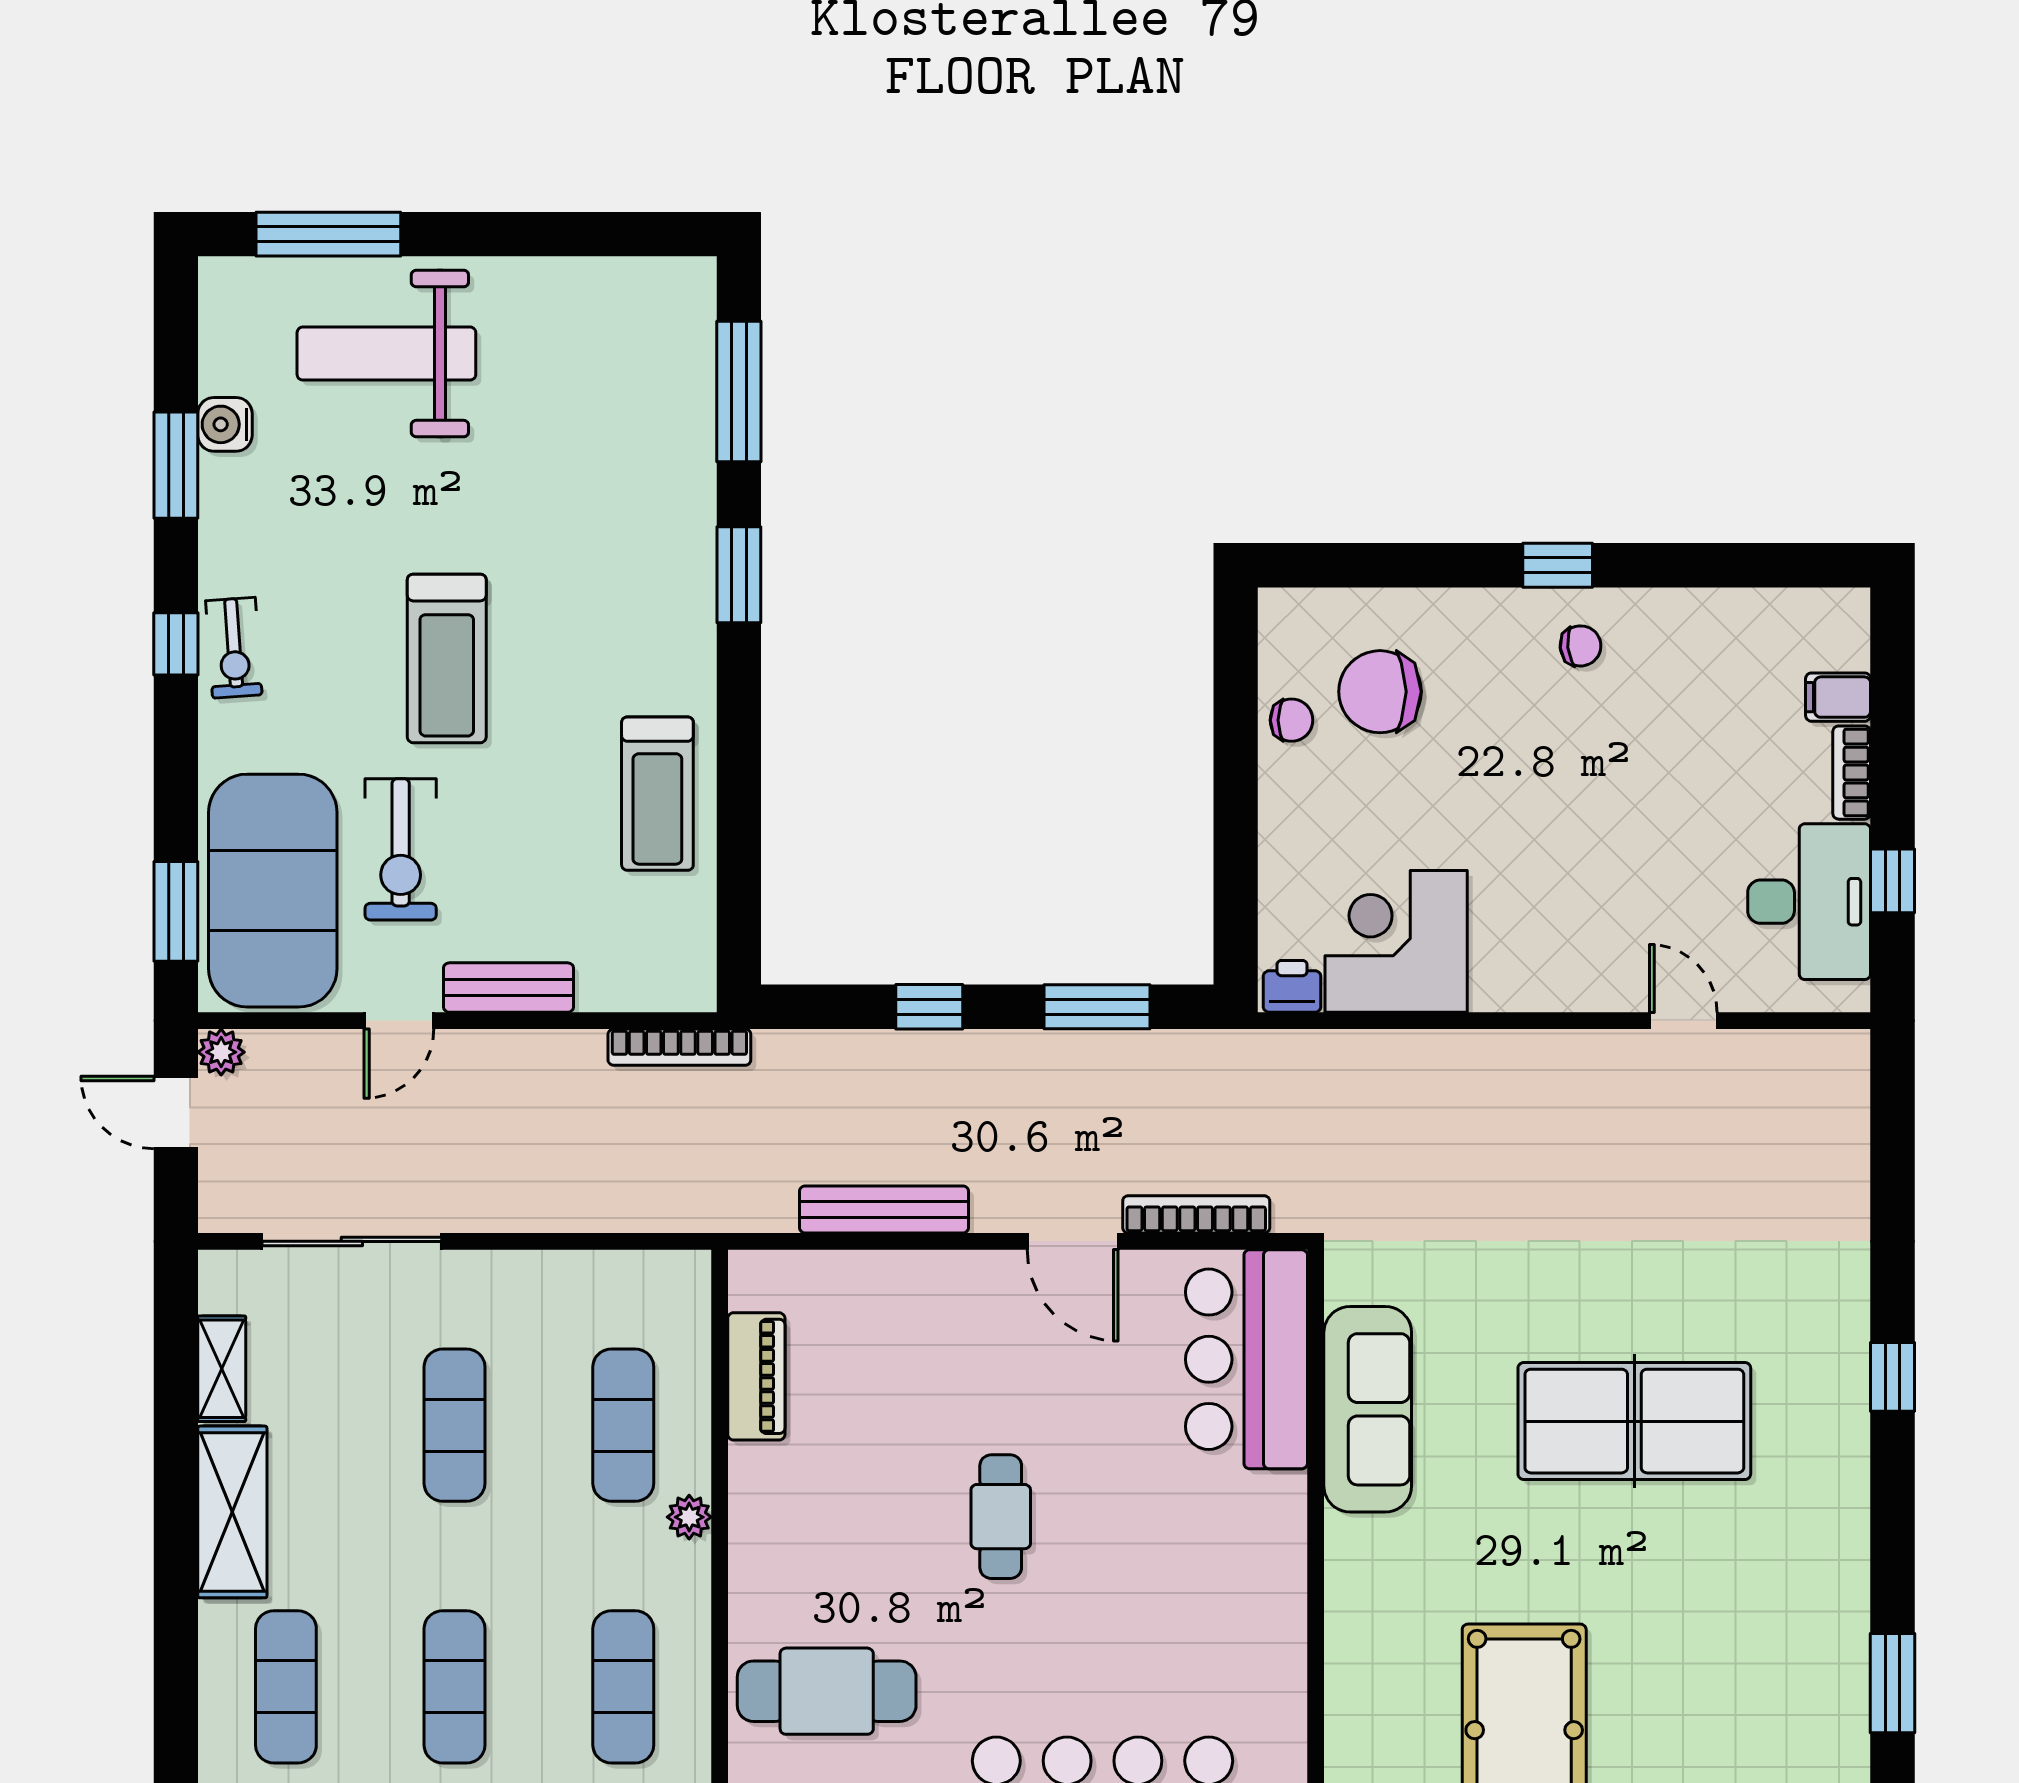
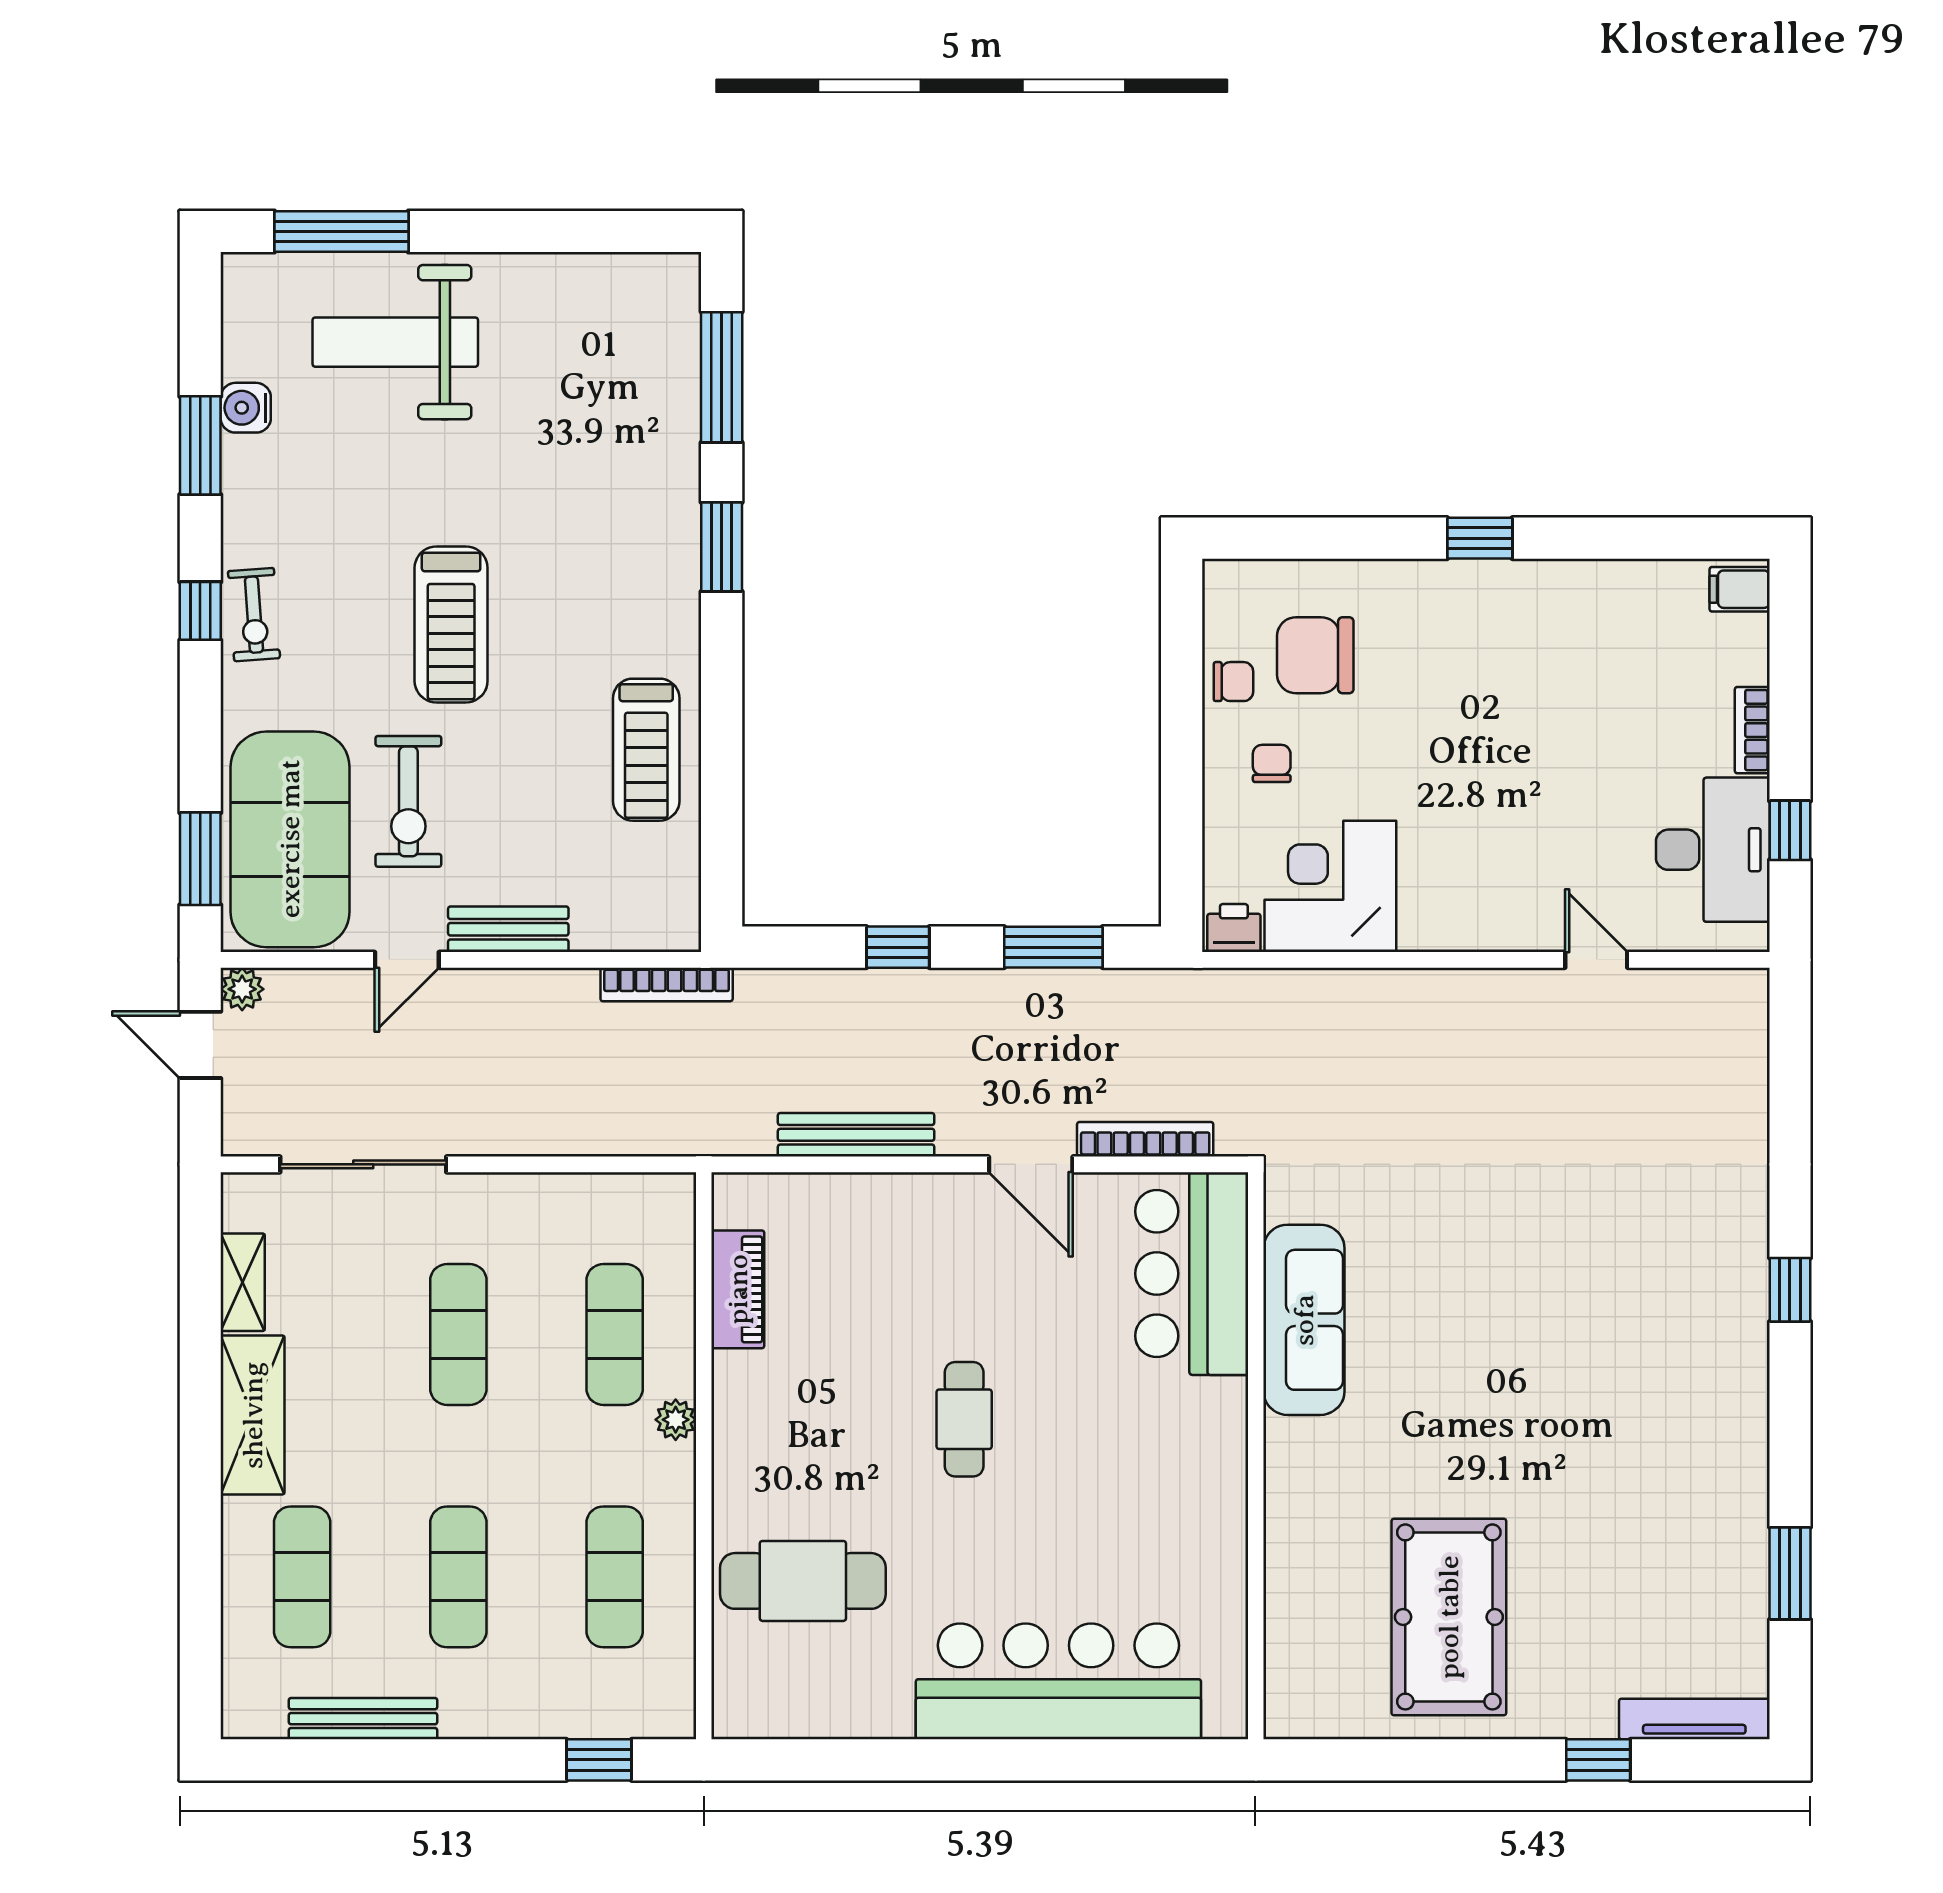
chair: (1581, 646) -> (1272, 763), moved, turned -84
filing cabinet: (1838, 697) -> (1740, 589), moved
table tennis table: (1634, 1421) -> (1551, 1331), removed

